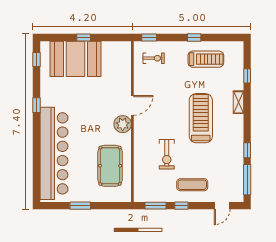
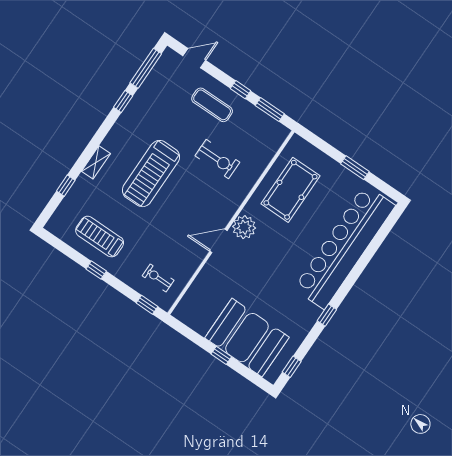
exercise bike: (167, 154) -> (217, 159), turned 90

